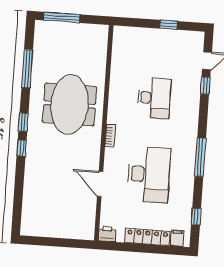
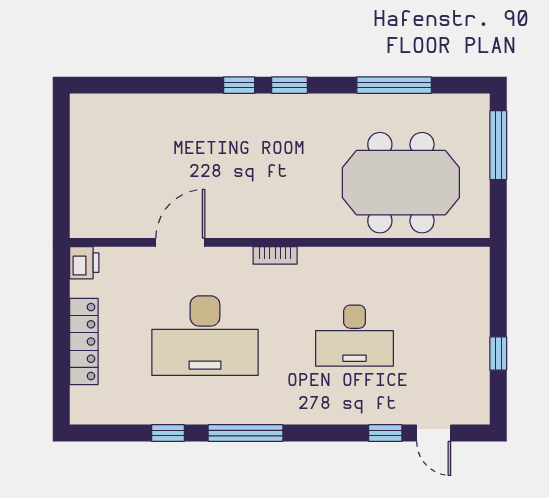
meeting table: (70, 104) -> (401, 183), moved
window: (196, 216) -> (168, 433), moved
filing cabinet: (177, 238) -> (86, 399), removed

